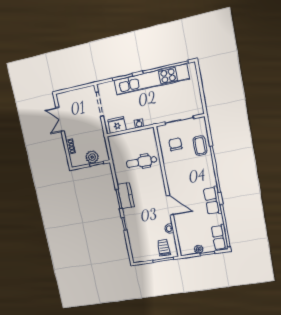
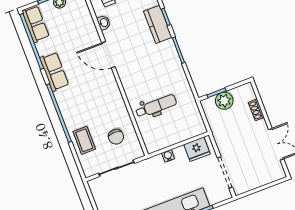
kitchen counter: (126, 196) -> (158, 24), moved

